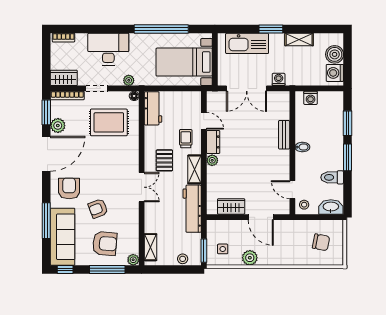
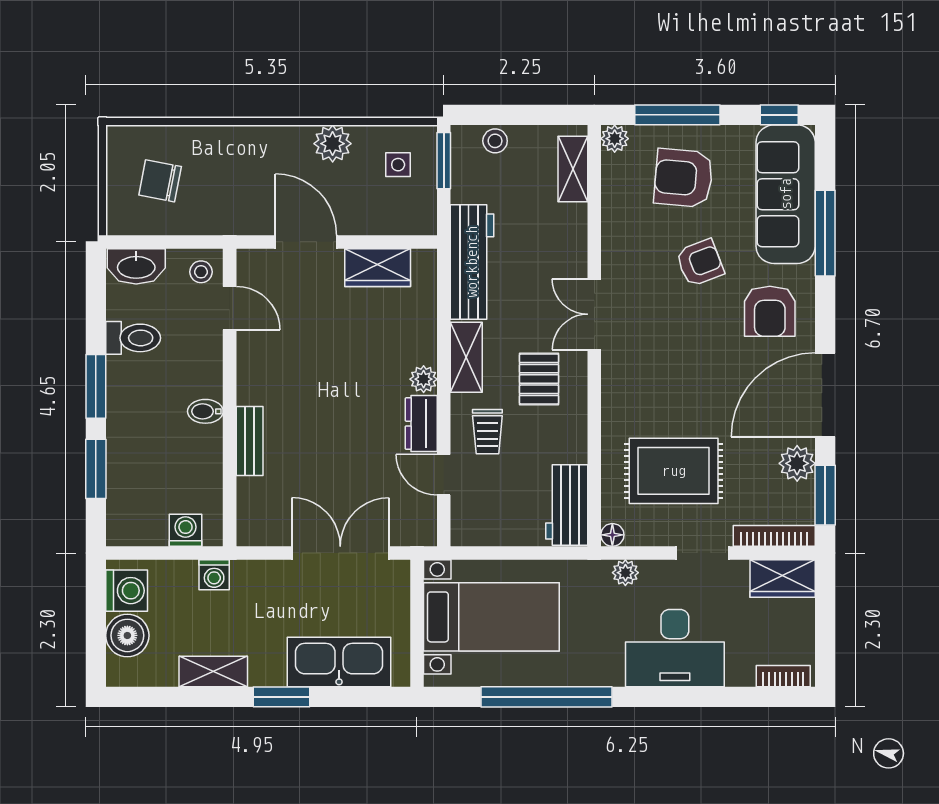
washing machine: (279, 79) -> (214, 575), moved

